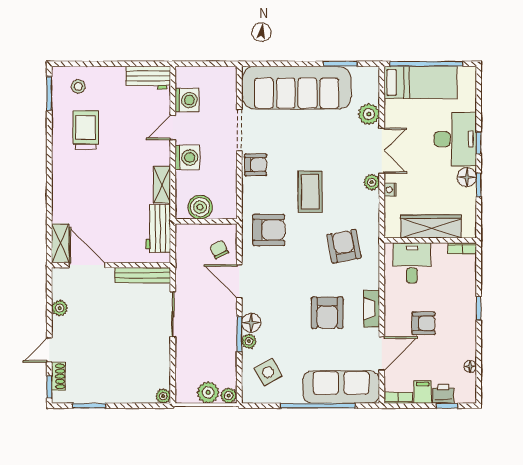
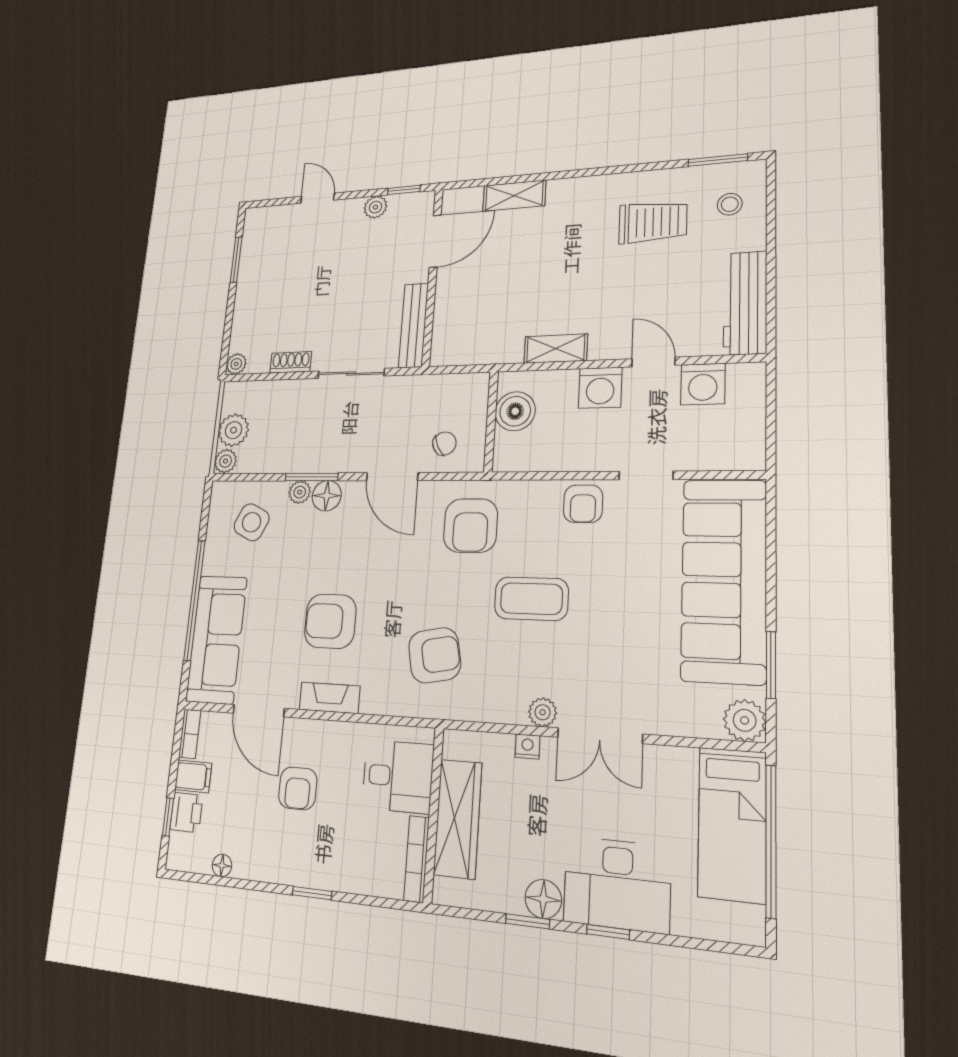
workbench: (148, 78) -> (745, 303), width x1.38
plant: (369, 114) -> (745, 720), moved
doorway: (239, 130) -> (646, 475), width x0.73
workbench: (158, 229) -> (484, 346), removed
shelving: (60, 243) -> (514, 196), moved
bookcase: (462, 248) -> (417, 859), width x1.56
door: (239, 281) -> (392, 477), swing flipped
side table: (268, 372) -> (252, 522), turned -35
shoe rack: (58, 376) -> (291, 362), moved, turned 180
window: (49, 387) -> (404, 190), moved

